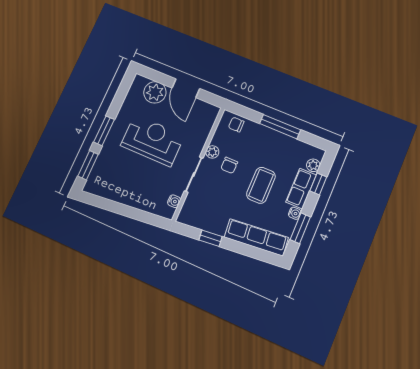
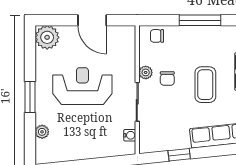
plant: (155, 92) -> (47, 37), moved
window: (88, 165) -> (30, 137), removed
plant: (100, 165) -> (42, 132), added

